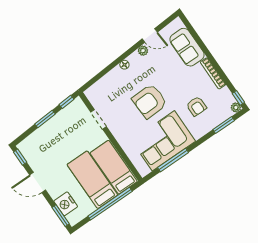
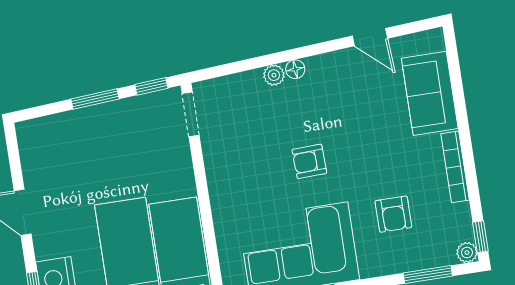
plant: (143, 51) -> (274, 75), moved
armchair: (150, 101) -> (309, 161), width x0.53, depth x0.53
doorway: (99, 119) -> (191, 114), moved
window: (20, 157) -> (13, 148), removed

